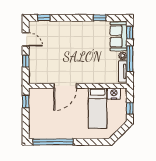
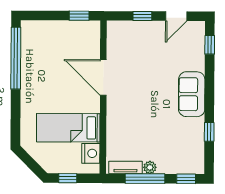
sofa: (118, 36) -> (192, 94), moved, turned -90

